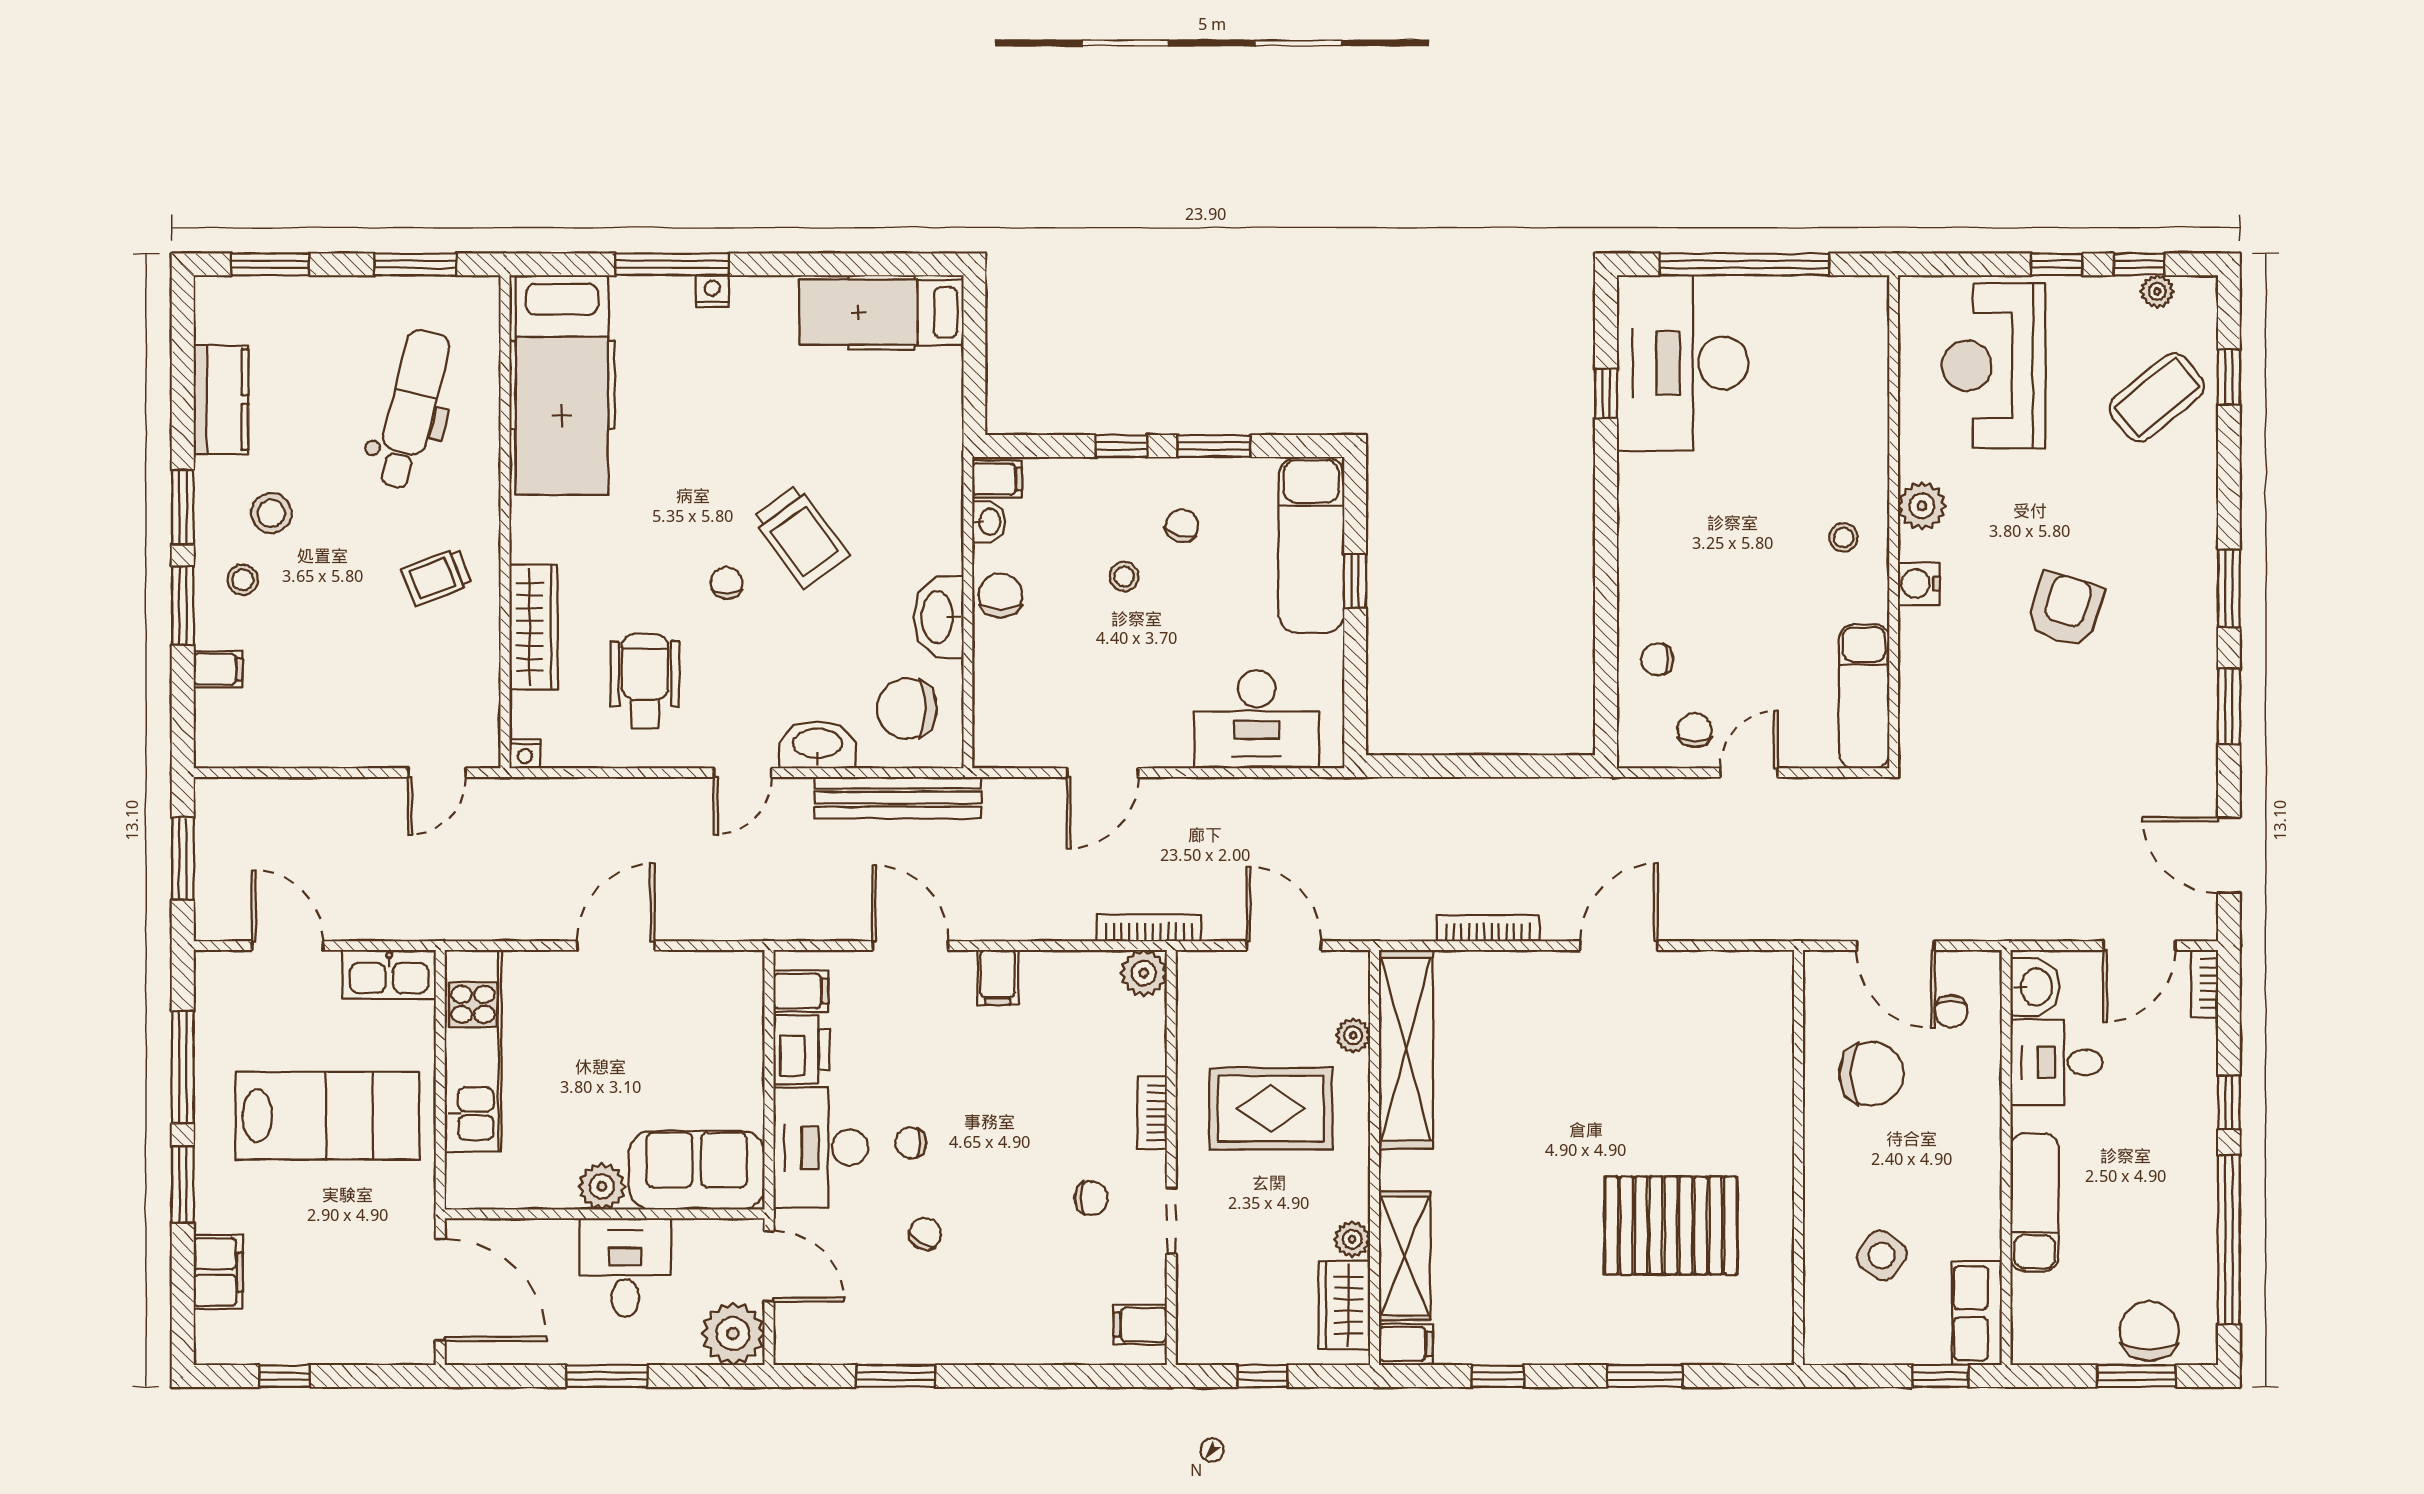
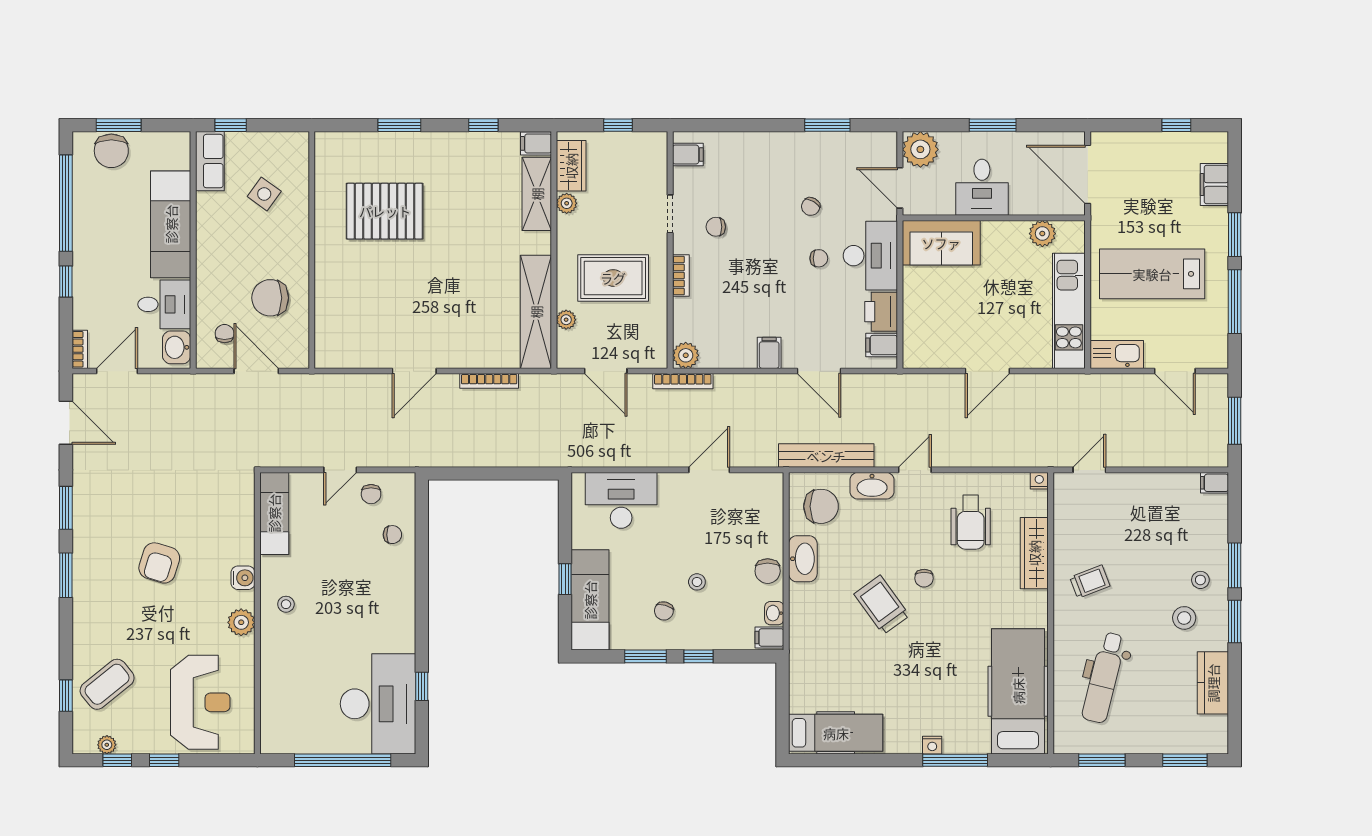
filing cabinet: (218, 669) -> (1215, 483), moved
plant: (602, 1186) -> (1042, 234), moved
exam couch: (2034, 1202) -> (171, 224), width x1.36, depth x1.45

